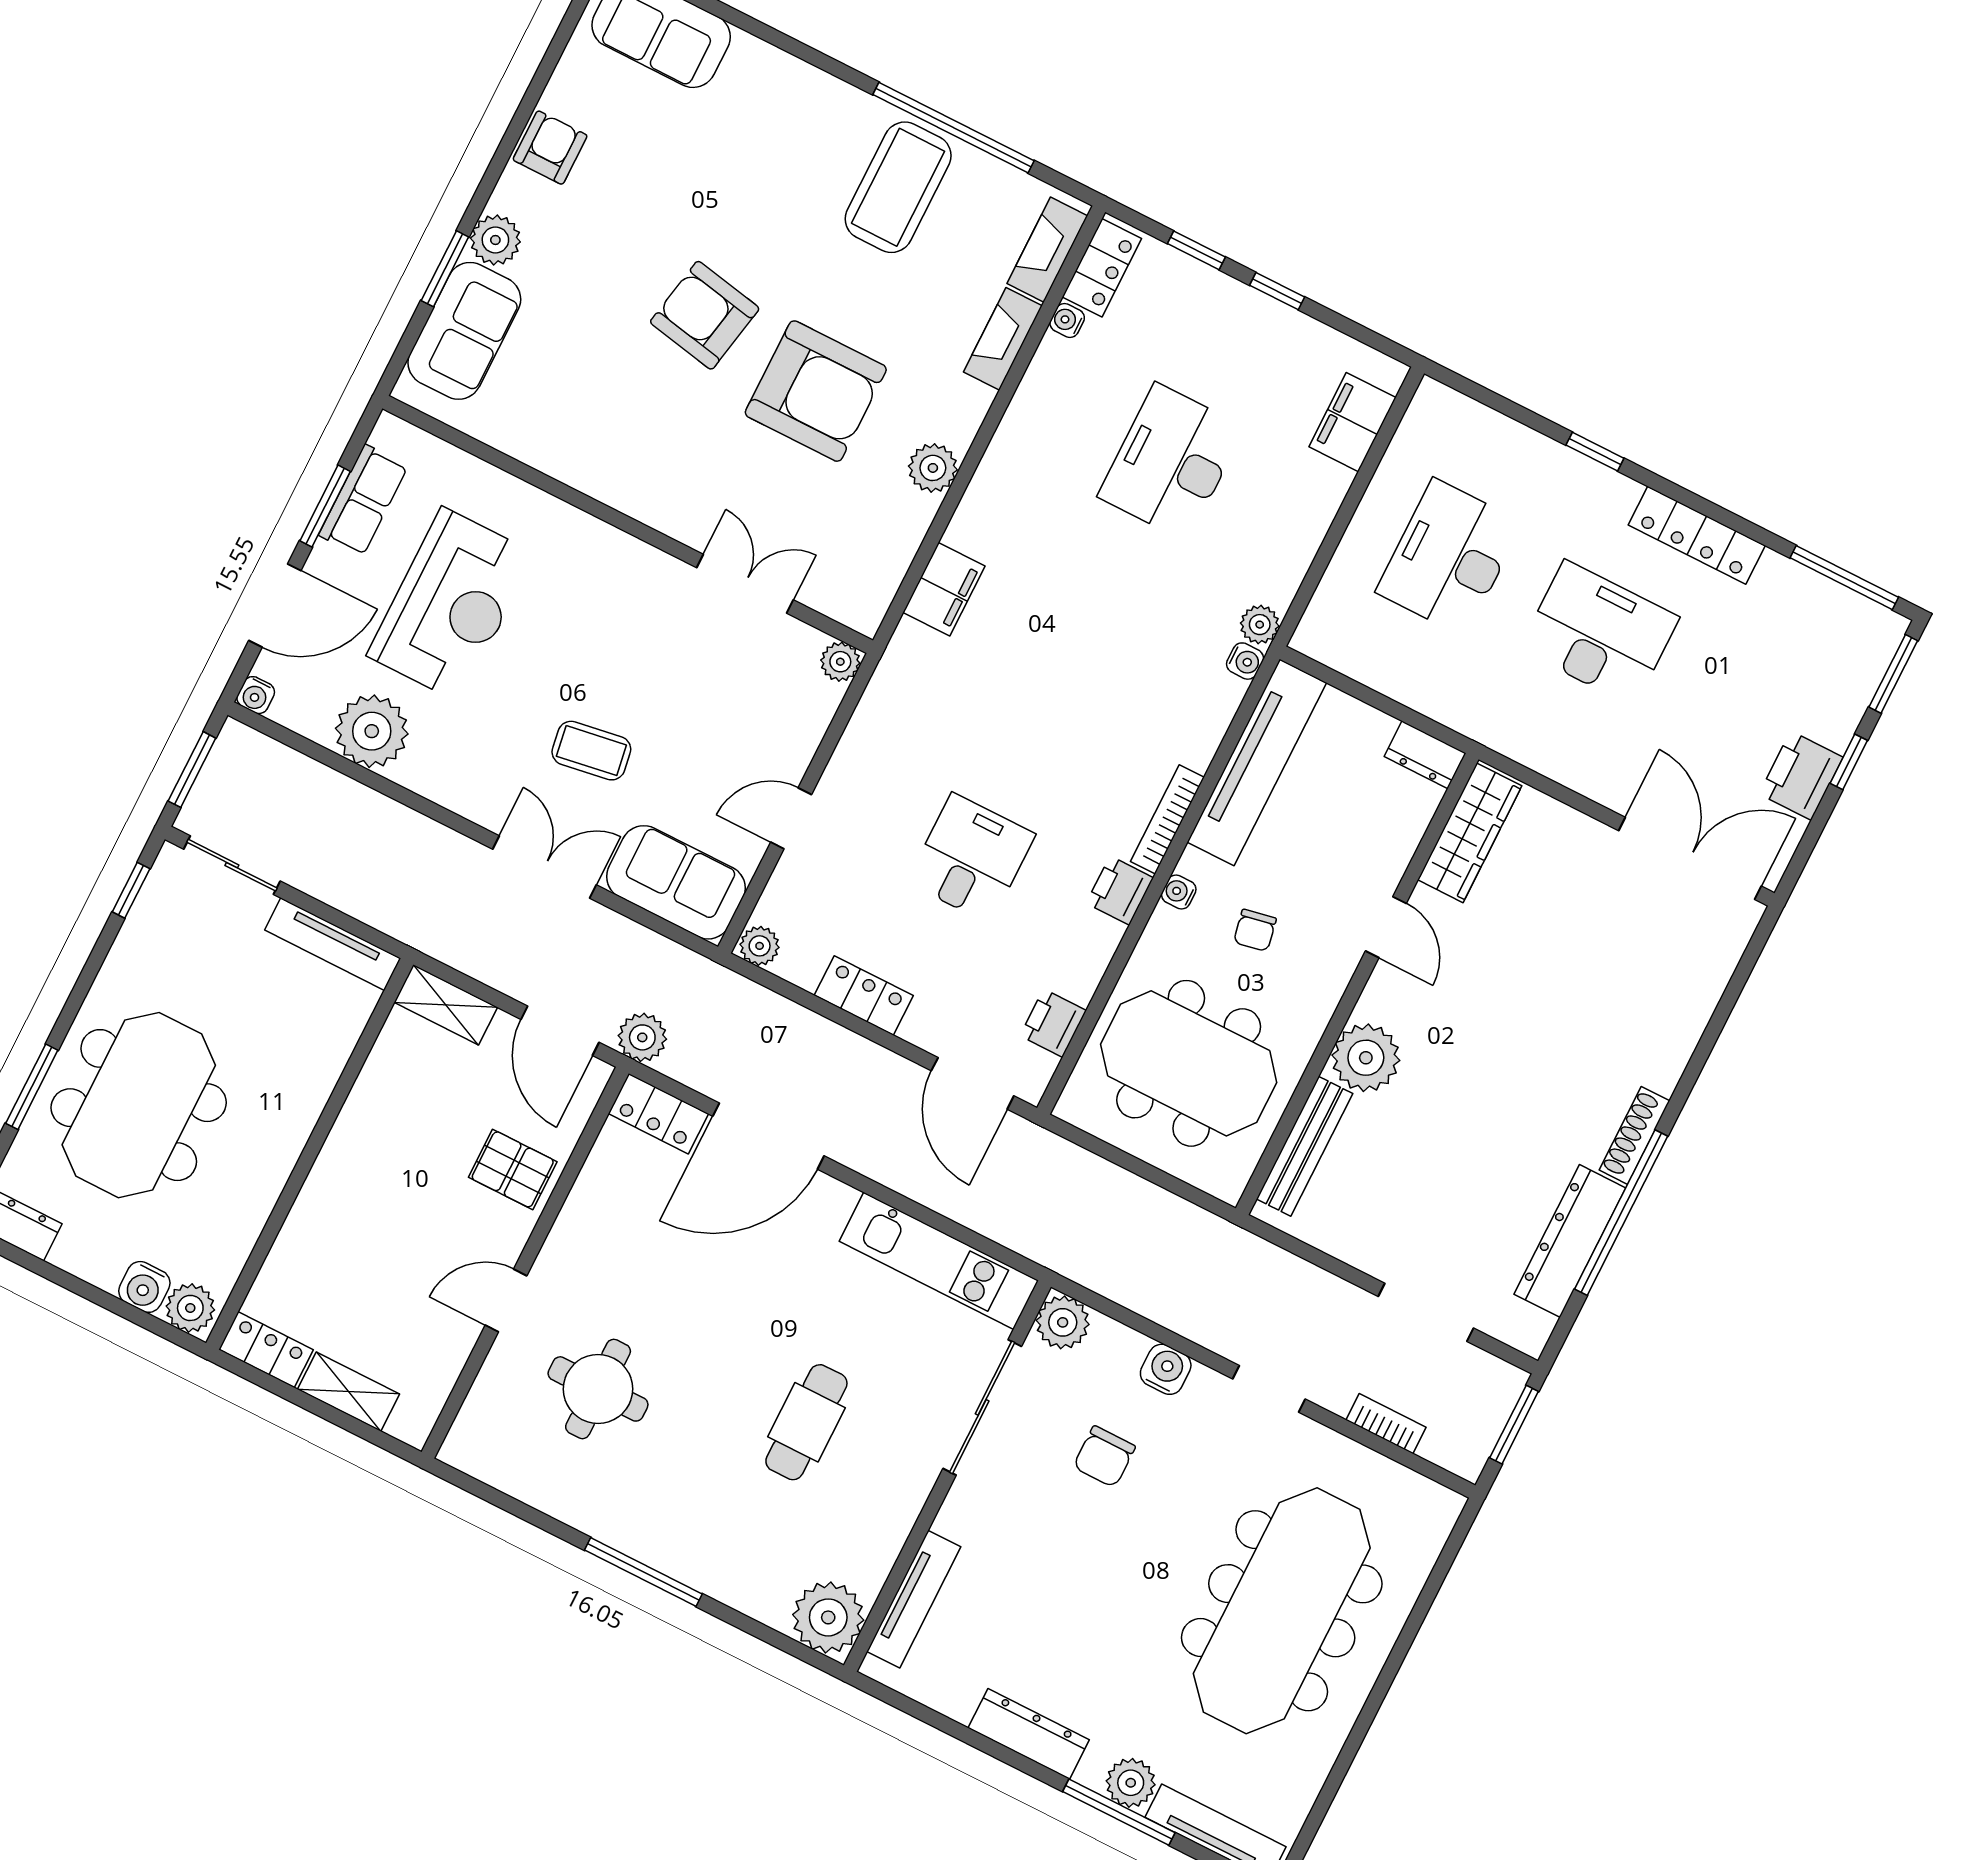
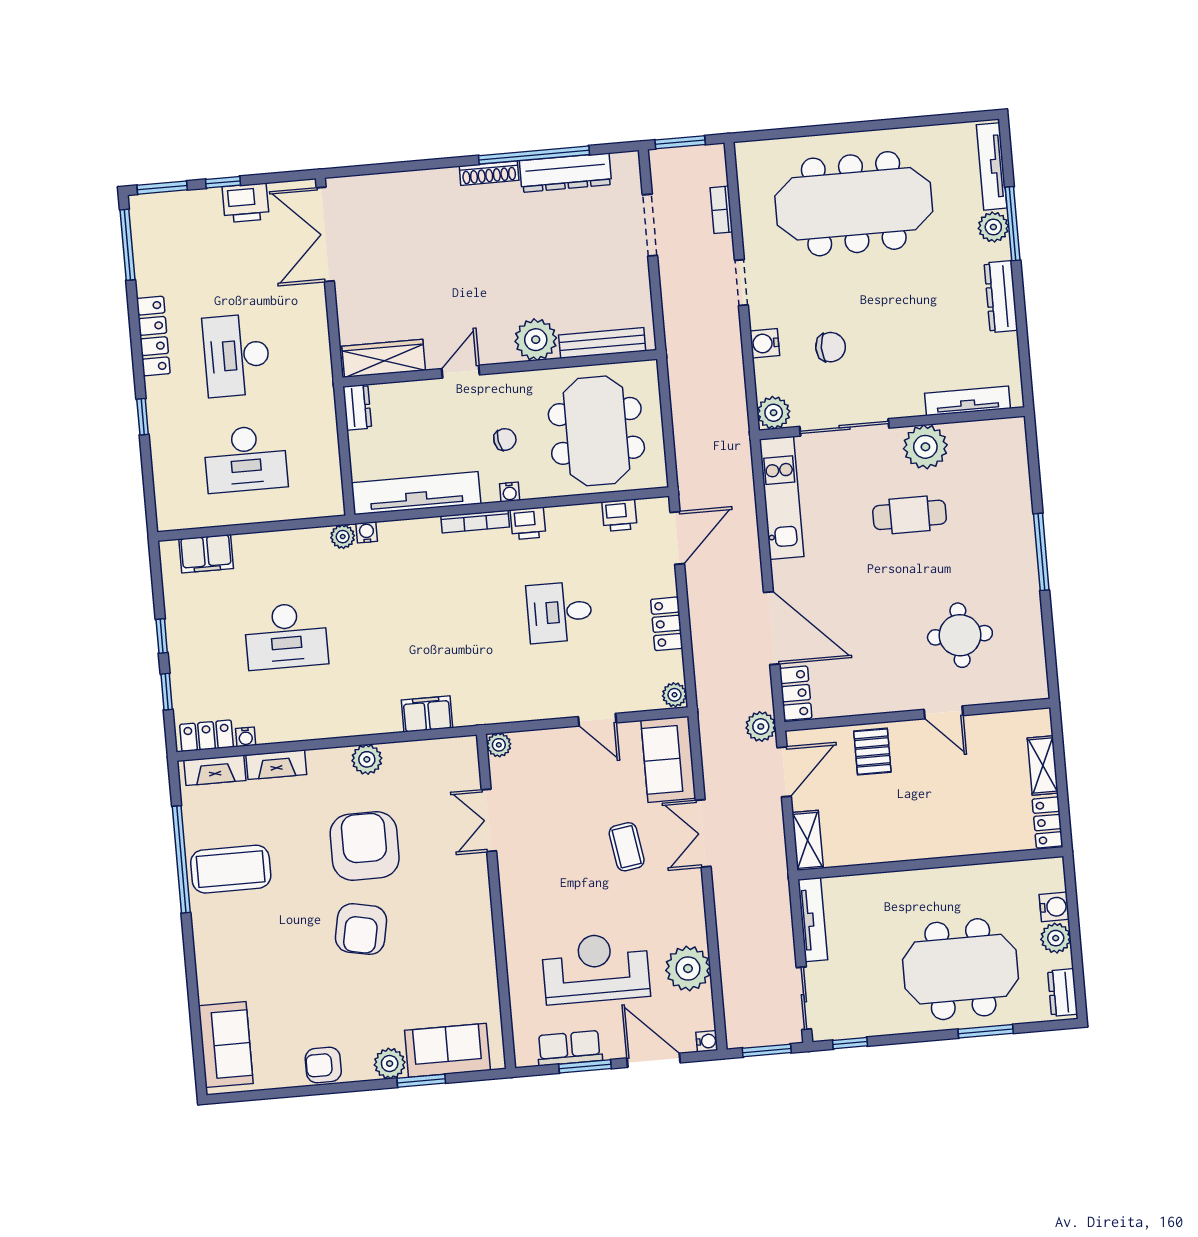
plant: (190, 1308) -> (1056, 938), moved
plant: (828, 1617) -> (925, 447), moved

